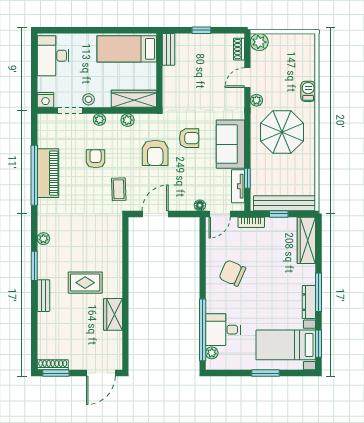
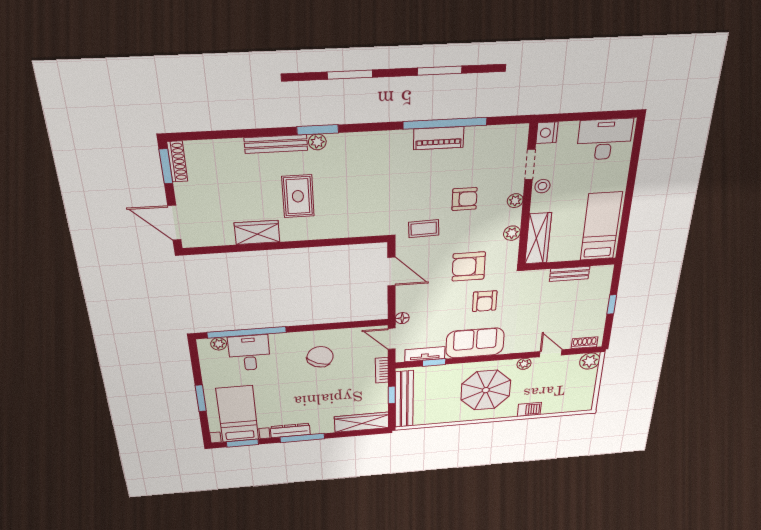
bench: (169, 49) -> (570, 274), moved
piano: (48, 173) -> (439, 138), width x0.73, depth x0.75
plant: (43, 239) -> (317, 142), moved
bench: (43, 296) -> (276, 144), width x1.36

